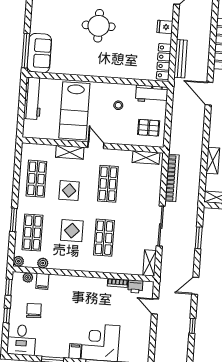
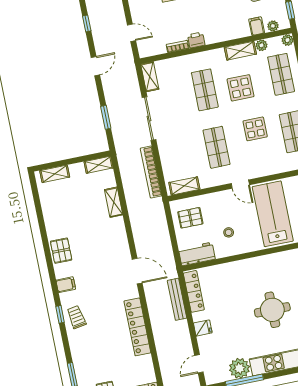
shelving: (70, 152) -> (240, 51), moved
printer: (135, 287) -> (196, 40), moved

